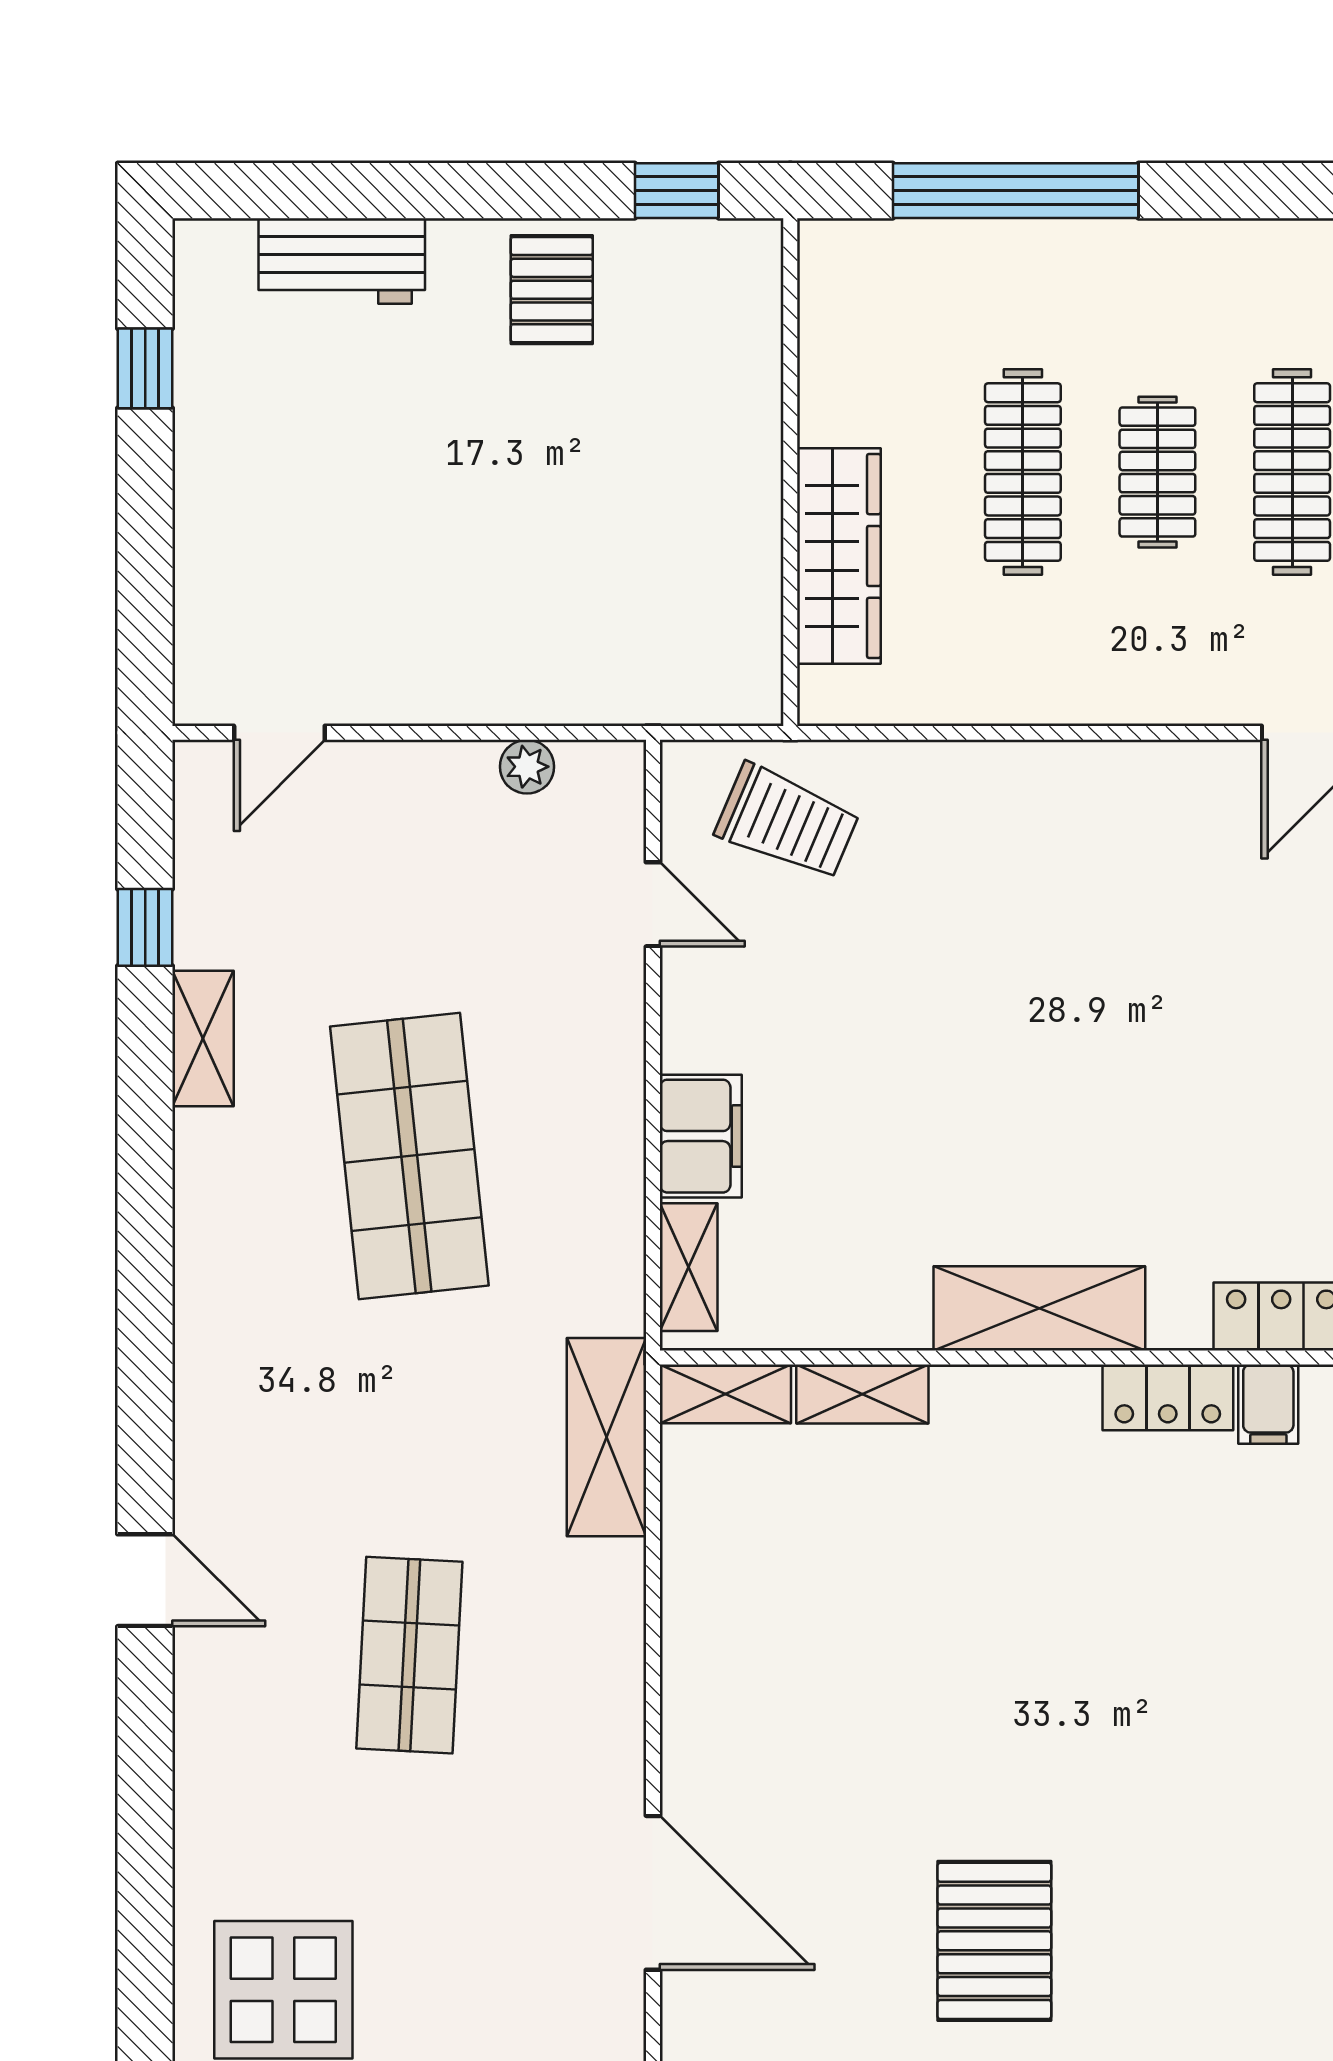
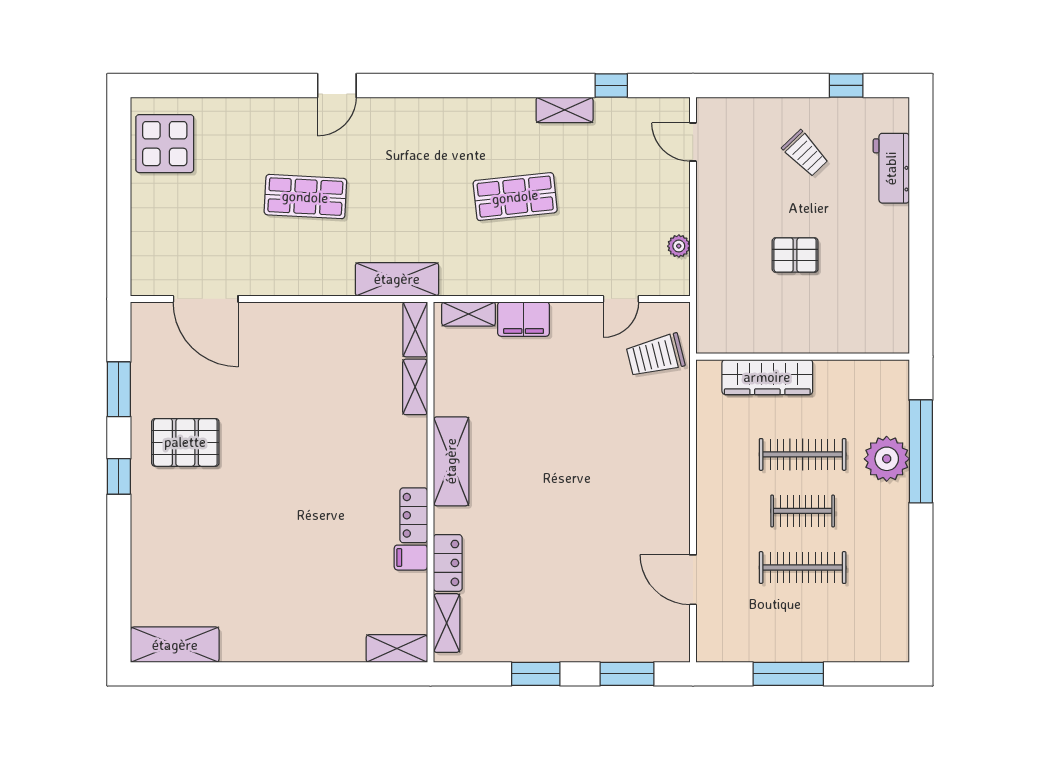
window: (677, 191) -> (921, 309), removed
plant: (1033, 272) -> (887, 459), added
pallet: (552, 290) -> (795, 255), moved
trolley: (307, 466) -> (805, 153), added
trolley: (787, 822) -> (656, 355), turned 53
shop shelf: (409, 1156) -> (515, 197), width x0.70, depth x0.74
door: (653, 1893) -> (206, 299), hinge flipped

